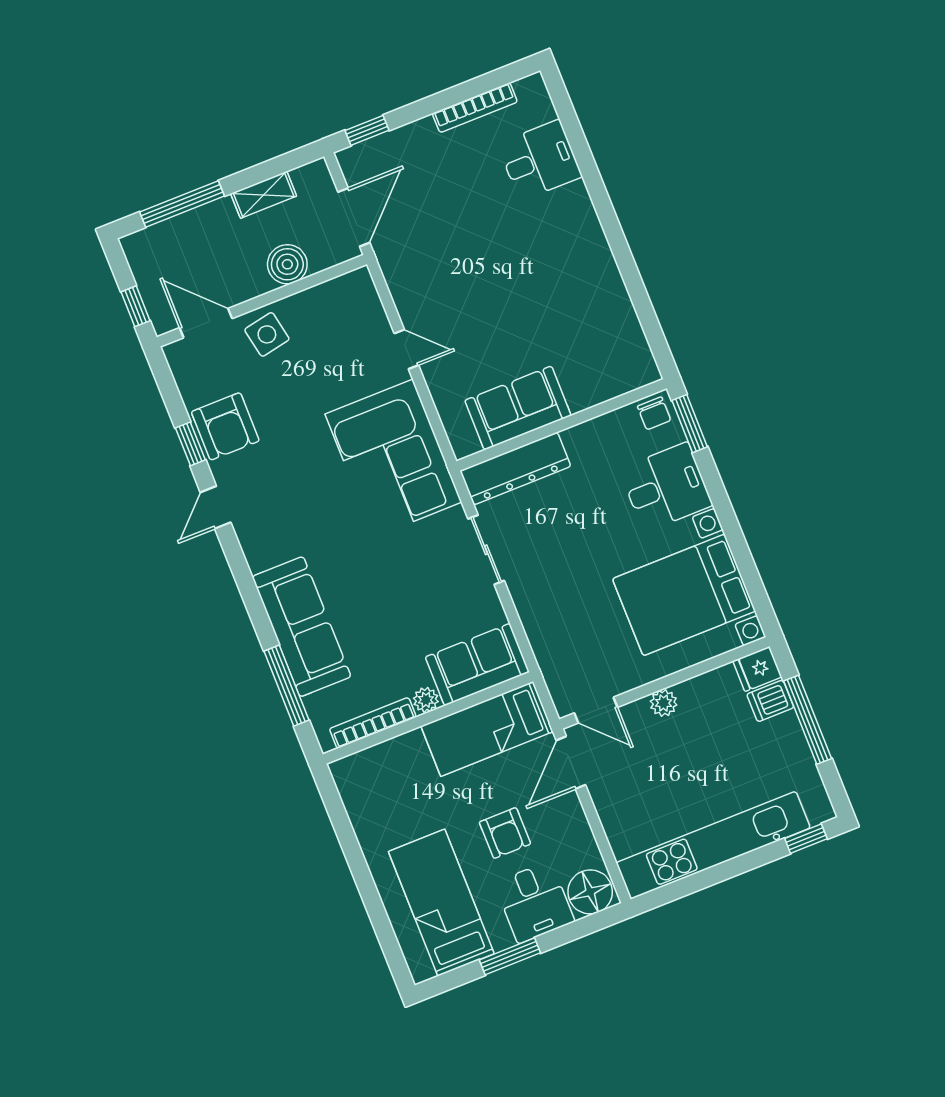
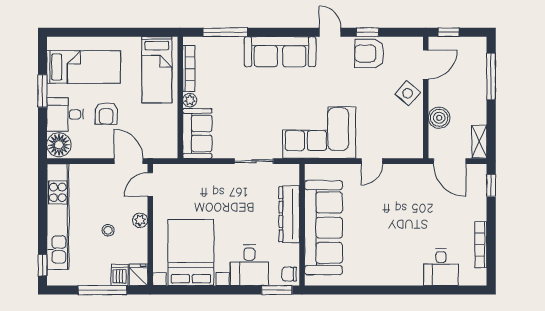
shelving: (264, 195) -> (479, 142), moved
side table: (267, 334) -> (408, 93), turned -38
sofa: (518, 408) -> (323, 228), width x1.85, depth x1.27
dresser: (515, 469) -> (289, 214), moved
sofa: (301, 627) -> (280, 52), moved
bed: (487, 729) -> (157, 70), moved, turned 180
stool: (702, 751) -> (108, 230), added
armchair: (505, 833) -> (106, 113), turned -90

